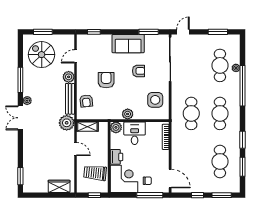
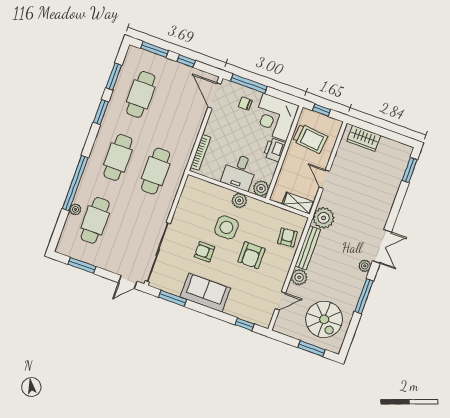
side table: (155, 100) -> (226, 227), moved

